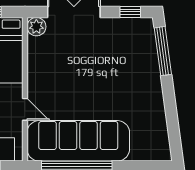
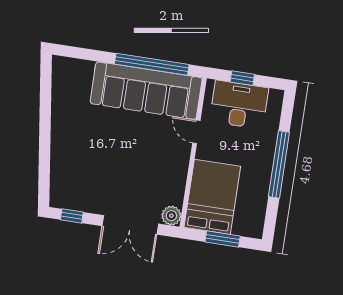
window: (163, 51) -> (44, 170), removed

